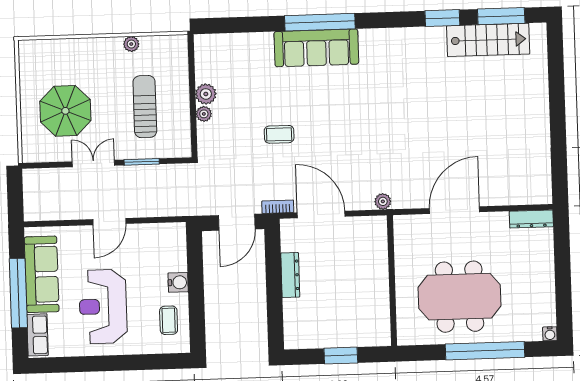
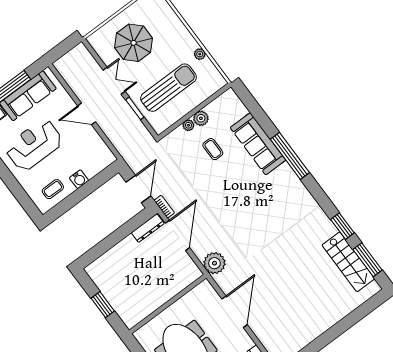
sofa: (316, 48) -> (258, 144), moved
sun lounger: (145, 107) -> (169, 88), width x1.36, depth x1.34
coffee table: (279, 134) -> (213, 149), moved
plant: (383, 201) -> (214, 263), width x1.88, depth x1.88
door: (454, 210) -> (235, 312), hinge flipped
door: (237, 222) -> (138, 189), swing flipped
dresser: (290, 275) -> (148, 228), moved

